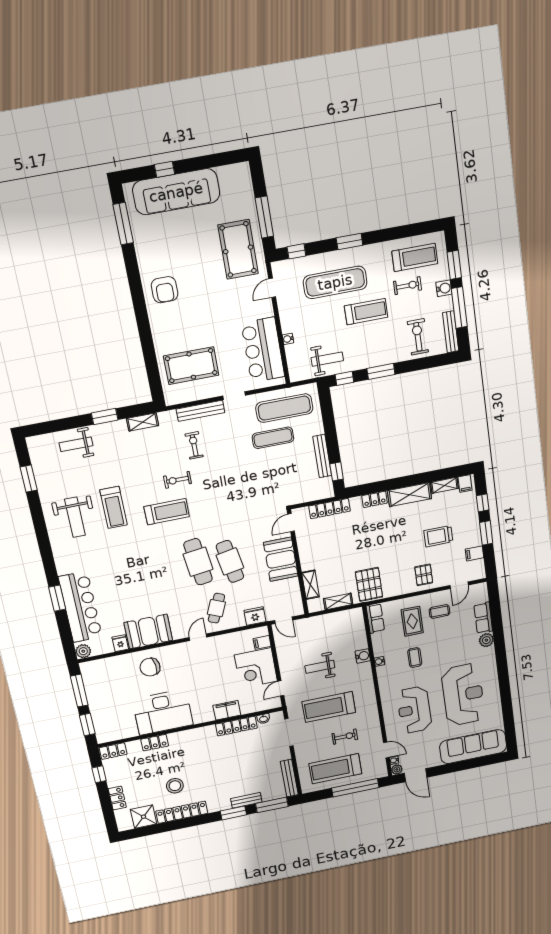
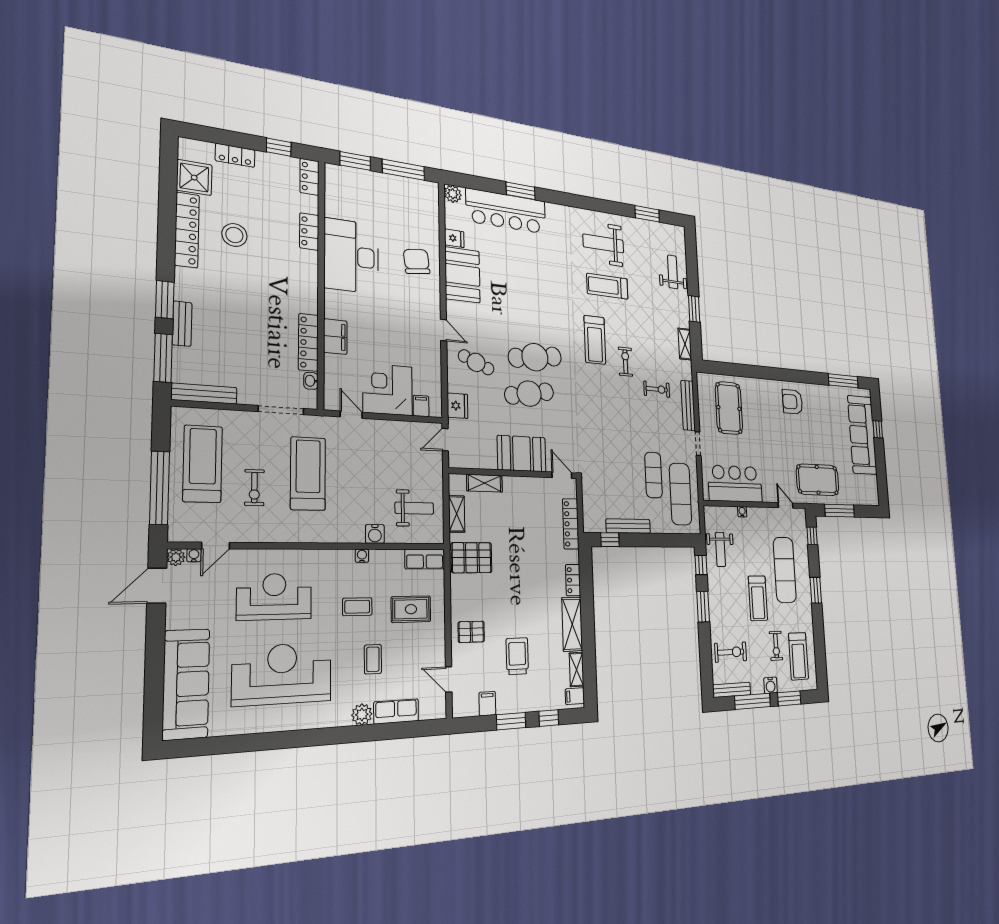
coffee table: (440, 611) -> (373, 659), moved
weight bench: (320, 667) -> (414, 508), moved, turned 90
reception desk: (463, 695) -> (282, 674), turned 180

